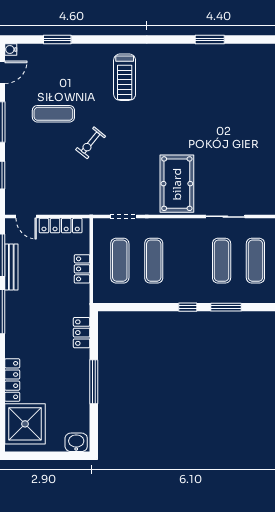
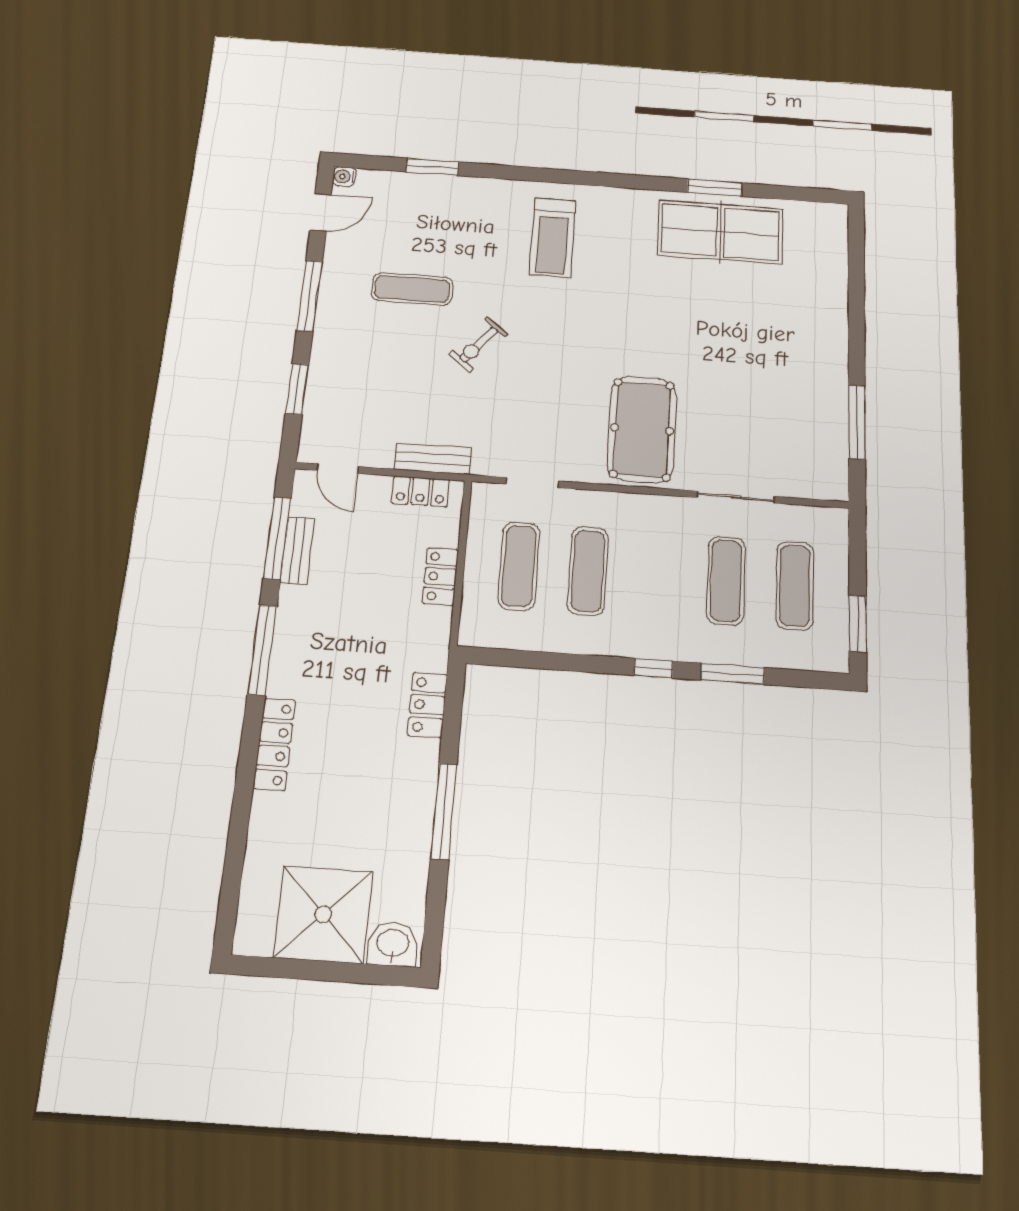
table tennis table: (214, 66) -> (720, 232), added
bench: (73, 208) -> (433, 459), added
locker: (61, 226) -> (420, 491), width x0.66
bench: (11, 267) -> (297, 550), width x0.73
locker: (12, 380) -> (275, 744), moved
shower: (25, 424) -> (323, 914), moved

